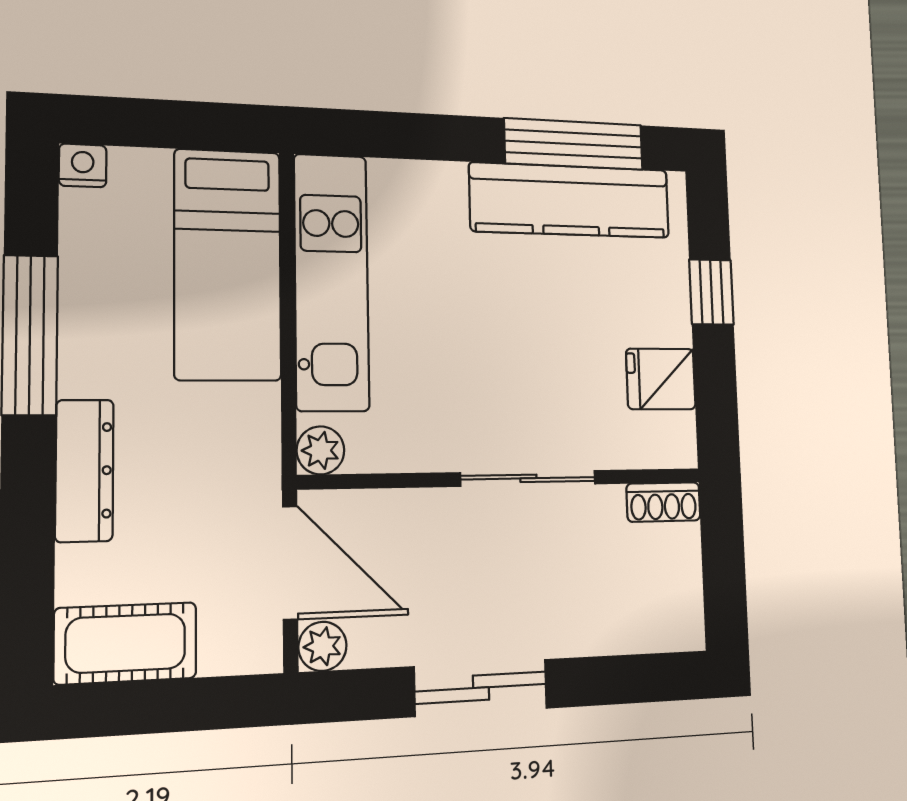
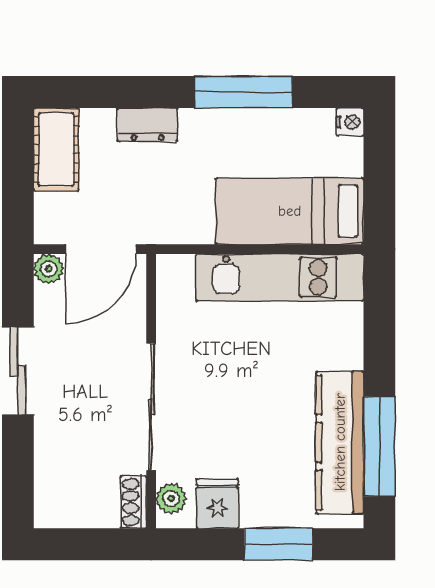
window: (711, 292) -> (278, 544), width x1.50
plant: (321, 450) -> (171, 498), moved
dresser: (84, 470) -> (147, 125), width x0.70
sliding door: (528, 478) -> (151, 407), width x1.37

